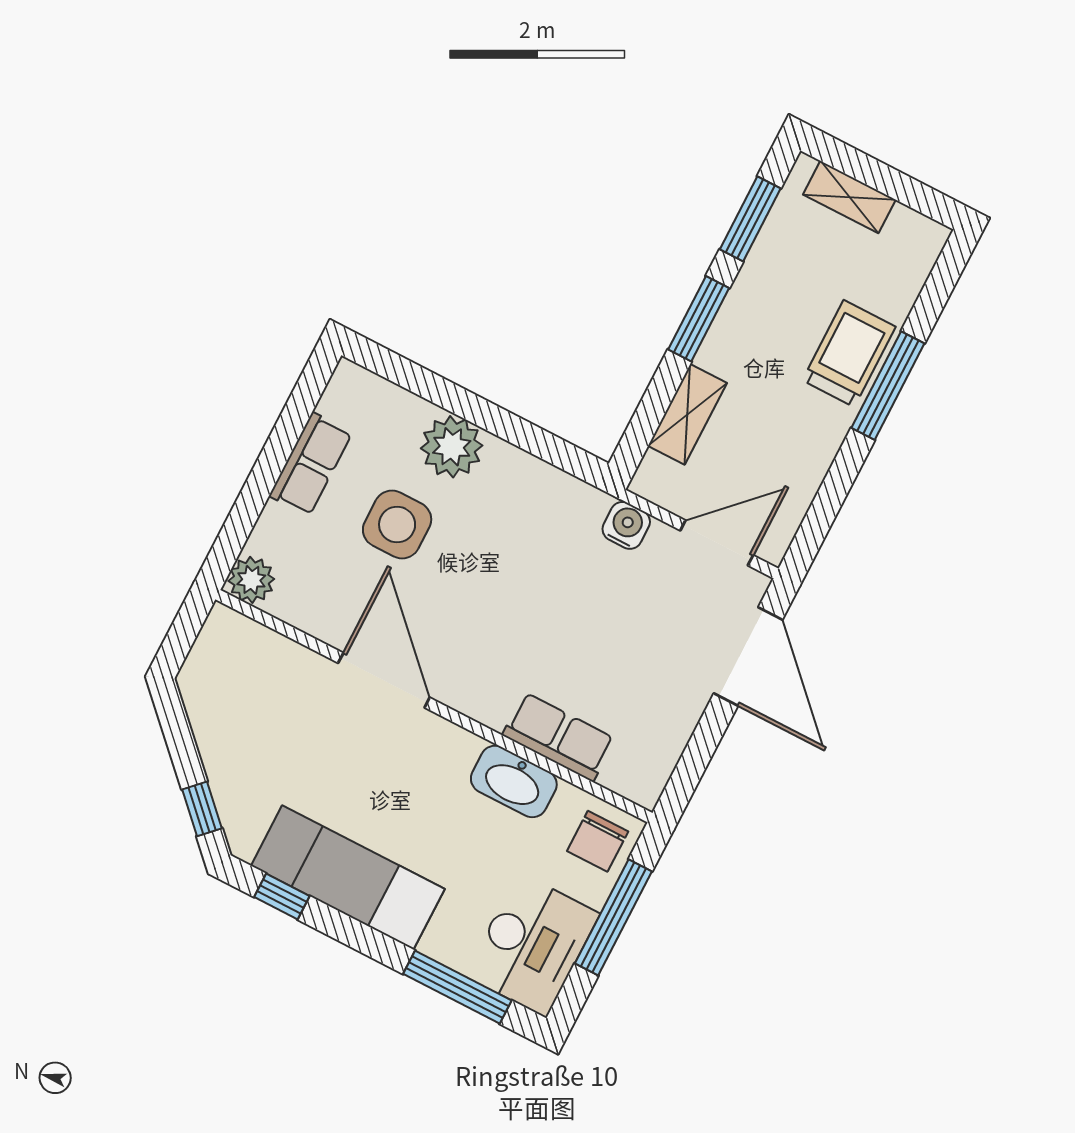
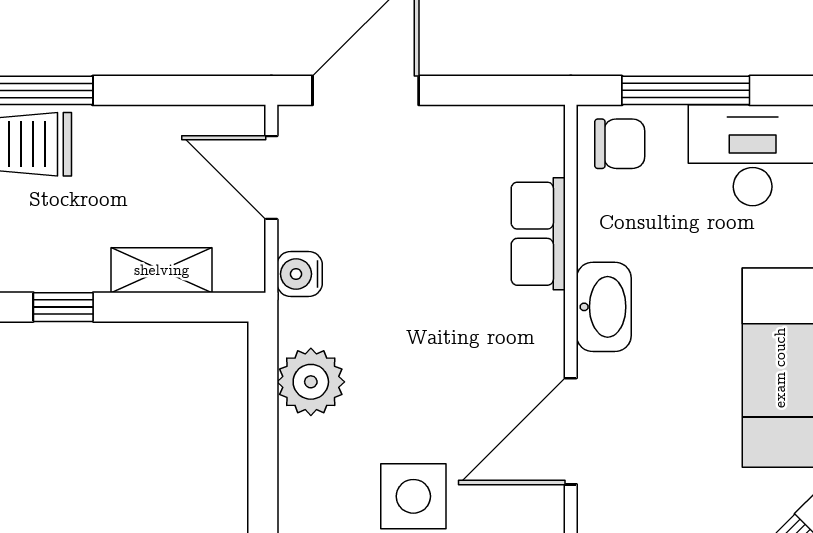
window: (699, 319) -> (63, 307), width x0.67
plant: (452, 447) -> (311, 382), moved
washbasin: (514, 781) -> (604, 307), moved

